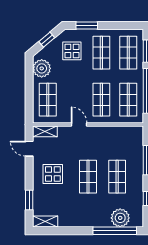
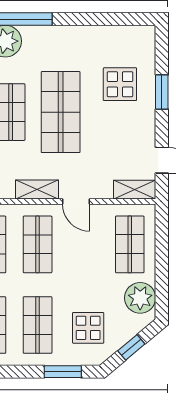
display table: (53, 174) -> (120, 84), moved
shop shelf: (88, 177) -> (61, 112), width x1.43, depth x1.36
window: (29, 200) -> (162, 92), moved
shelving: (45, 222) -> (37, 189), moved

